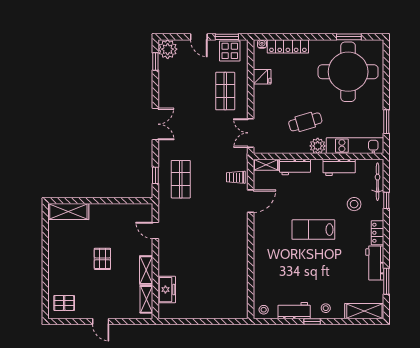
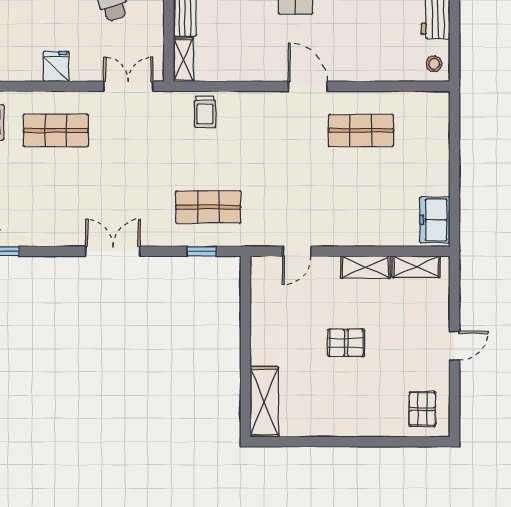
fridge: (262, 77) -> (56, 66), moved
double door: (251, 133) -> (128, 86), swing flipped
door: (251, 201) -> (308, 86), moved
shop shelf: (225, 267) -> (361, 130), added
freezer: (167, 290) -> (435, 220), moved, turned -90

